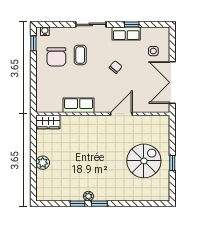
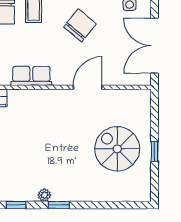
chair: (116, 67) -> (80, 25), width x1.87, depth x1.87
spiral stairs: (144, 161) -> (117, 149), turned -90
window: (78, 204) -> (16, 205), moved

